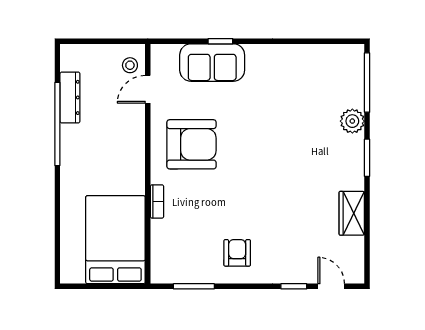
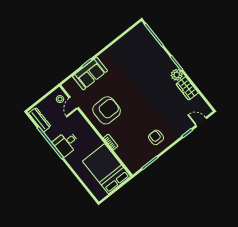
dresser: (70, 97) -> (40, 120), moved
plant: (352, 121) -> (177, 75), moved
desk: (83, 146) -> (66, 143), added

